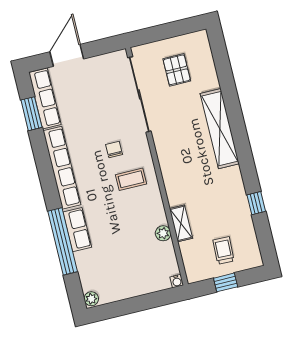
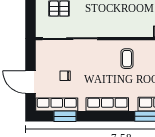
chair: (114, 150) -> (65, 76), moved
row of seats: (62, 168) -> (107, 104), width x0.73

